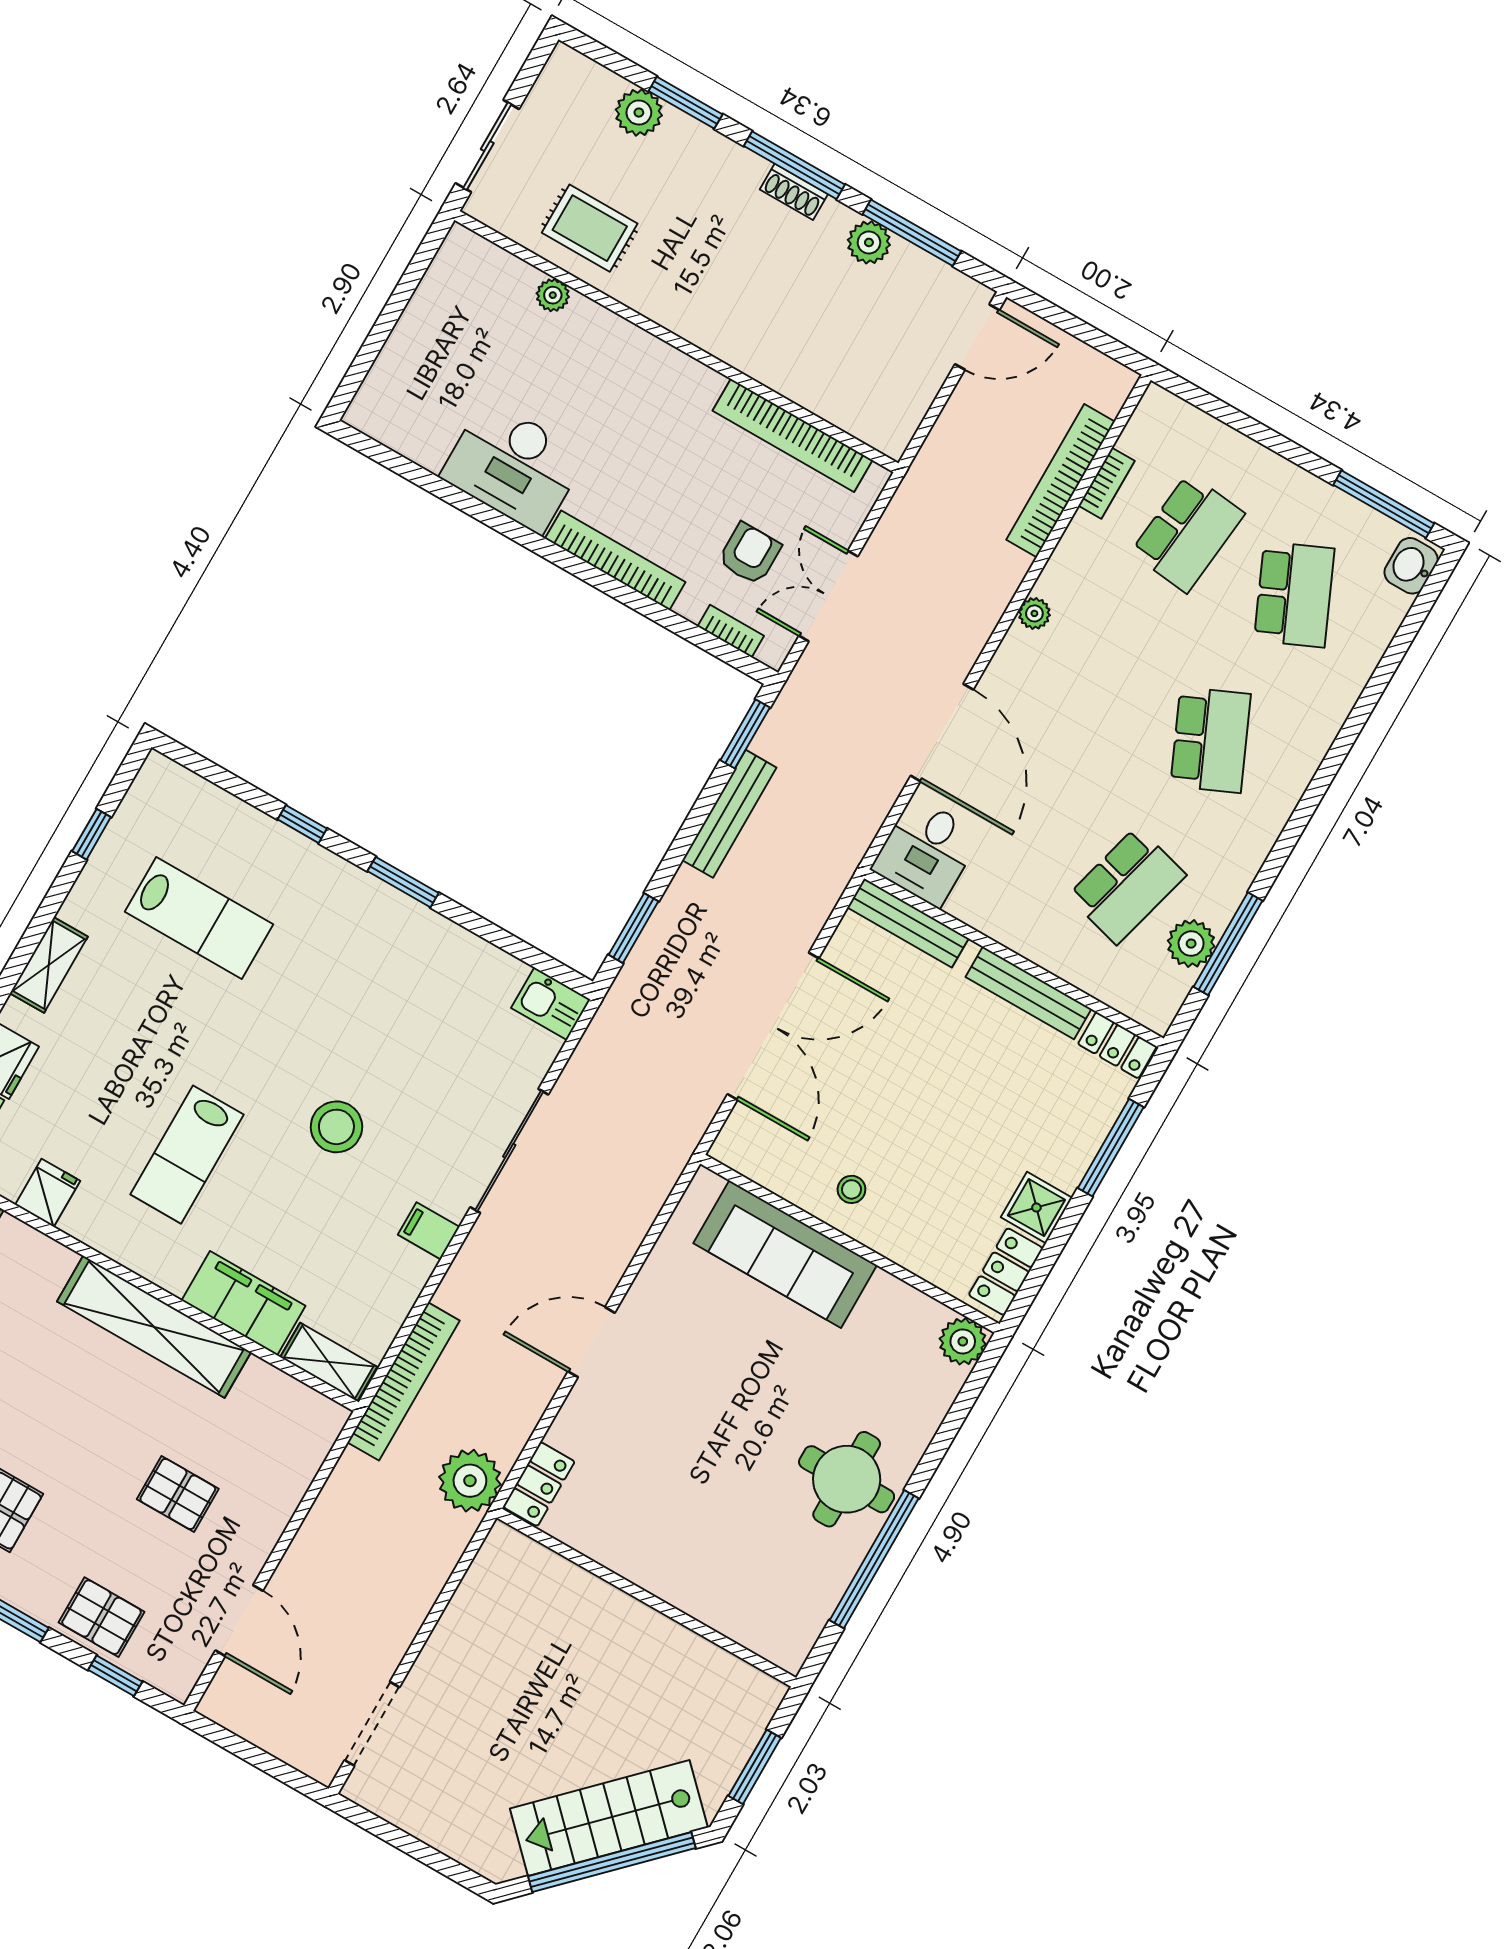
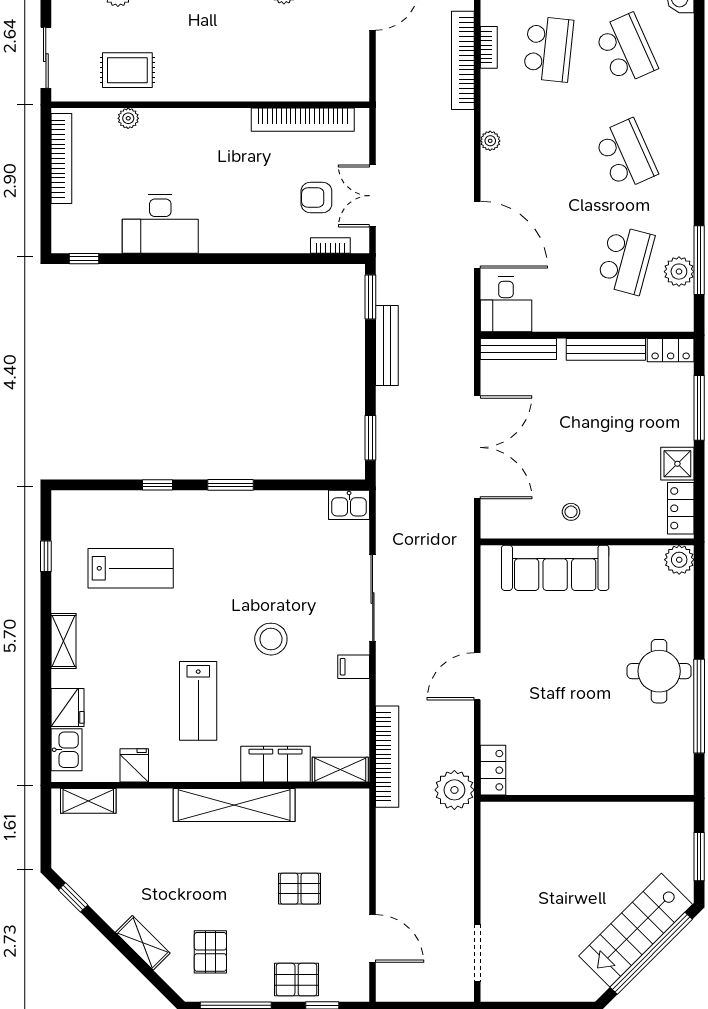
window: (380, 454) -> (84, 259), added
armchair: (750, 554) -> (316, 198), turned -90
bookcase: (615, 560) -> (61, 159), moved, turned 90

